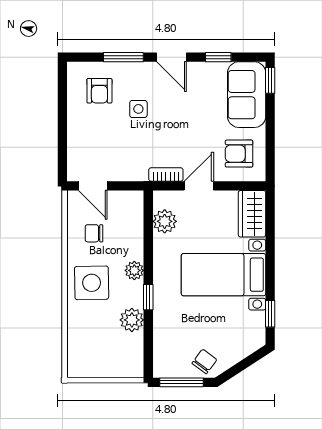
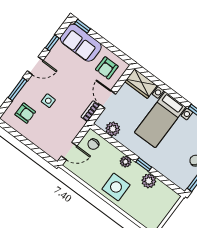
chair: (94, 233) -> (93, 144), moved

